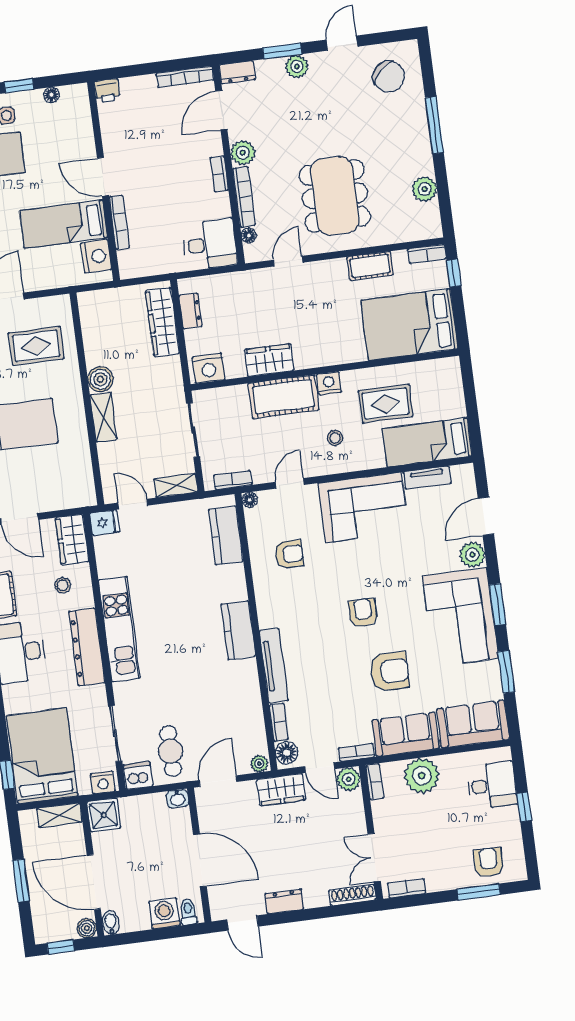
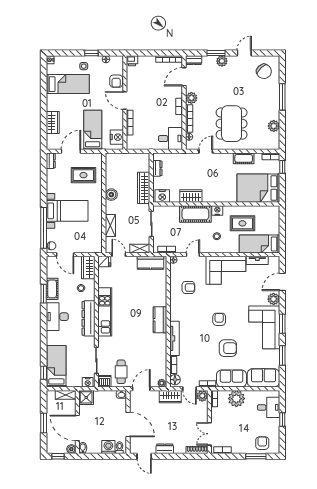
armchair: (79, 138) -> (116, 81), added
bed: (63, 224) -> (93, 130), moved, turned 90
wardrobe: (162, 322) -> (144, 188), moved
shelving: (103, 417) -> (110, 226), moved
kitchen counter: (226, 536) -> (150, 263), moved, turned -90
bed: (42, 756) -> (56, 366), width x0.67

